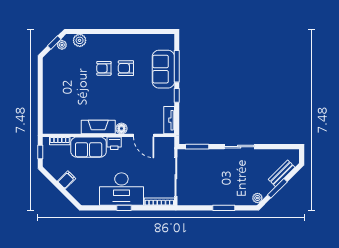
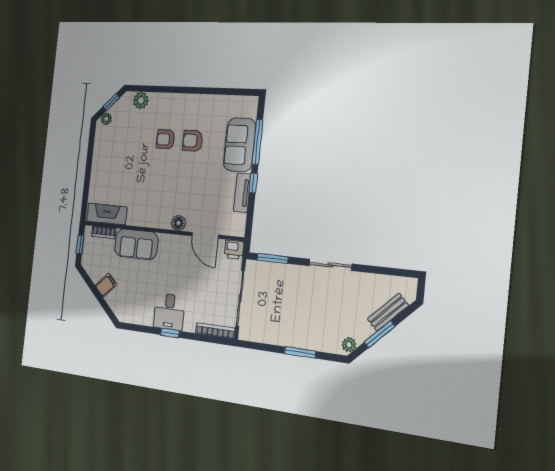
plant: (62, 45) -> (106, 119), moved
tv unit: (169, 120) -> (242, 193), moved
fireplace: (98, 127) -> (107, 214), moved
printer: (114, 143) -> (234, 249), moved
desk: (121, 189) -> (169, 312), width x0.53, depth x0.77

